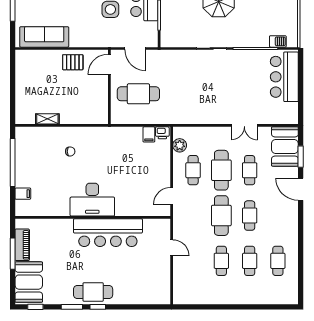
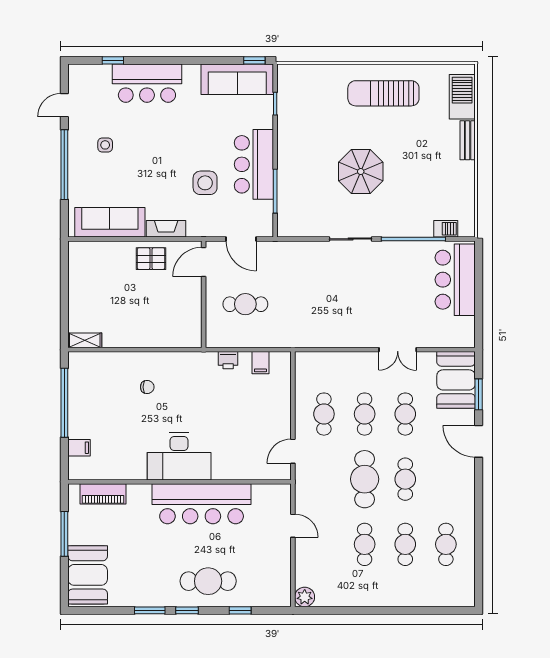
fireplace: (83, 41) -> (166, 229), added
cafe table: (138, 94) -> (245, 304), width x0.73, depth x0.74
shelving: (47, 119) -> (85, 340), moved
printer: (162, 133) -> (228, 360), moved
plant: (180, 145) -> (305, 597), moved
cafe table: (221, 170) -> (365, 414), width x0.73, depth x0.74
piano: (22, 245) -> (103, 494), moved, turned 90
cafe table: (93, 292) -> (208, 581), moved
window: (35, 307) -> (240, 610), moved

